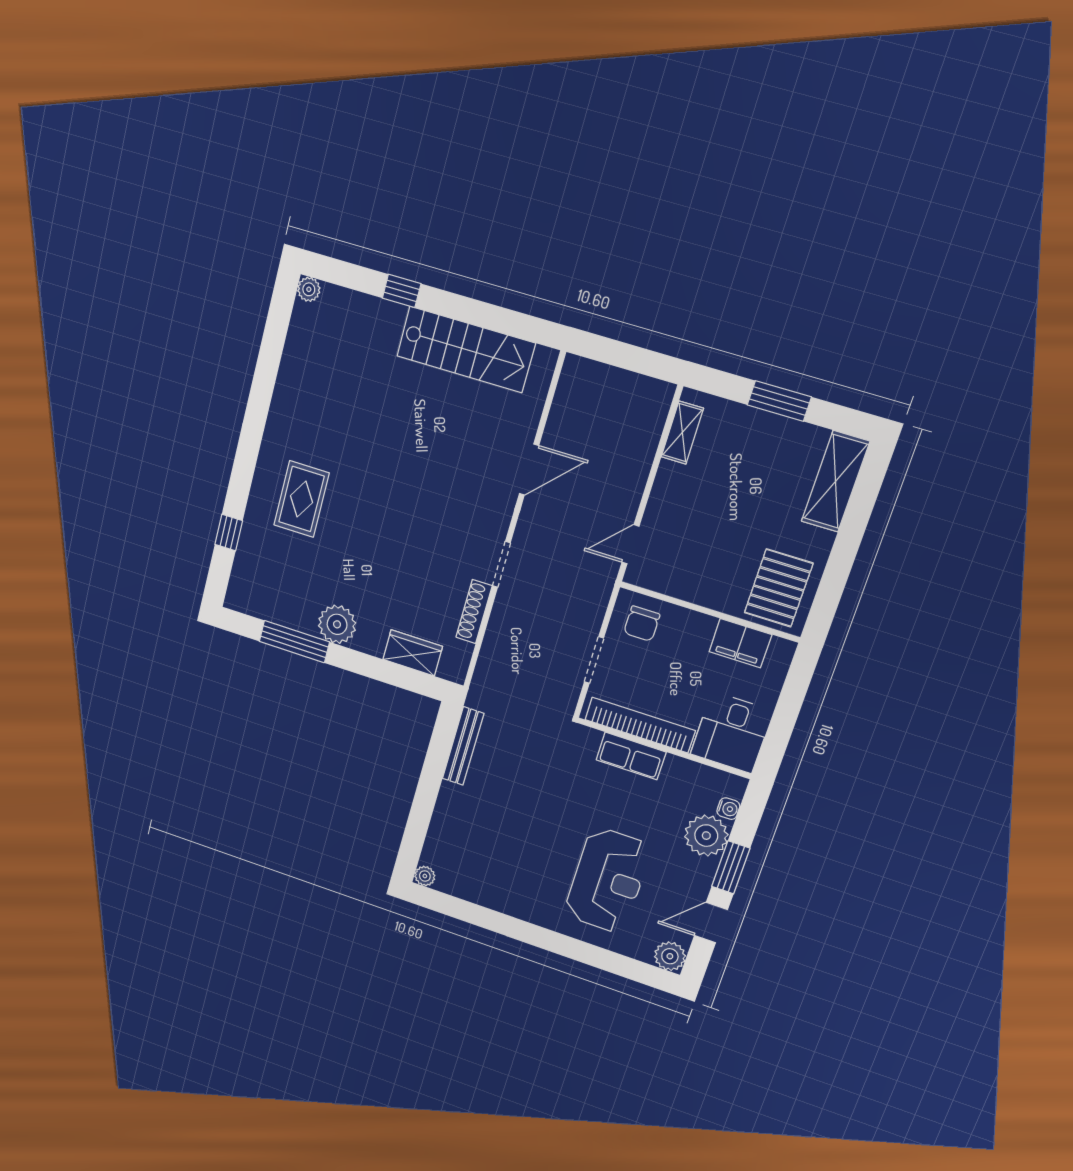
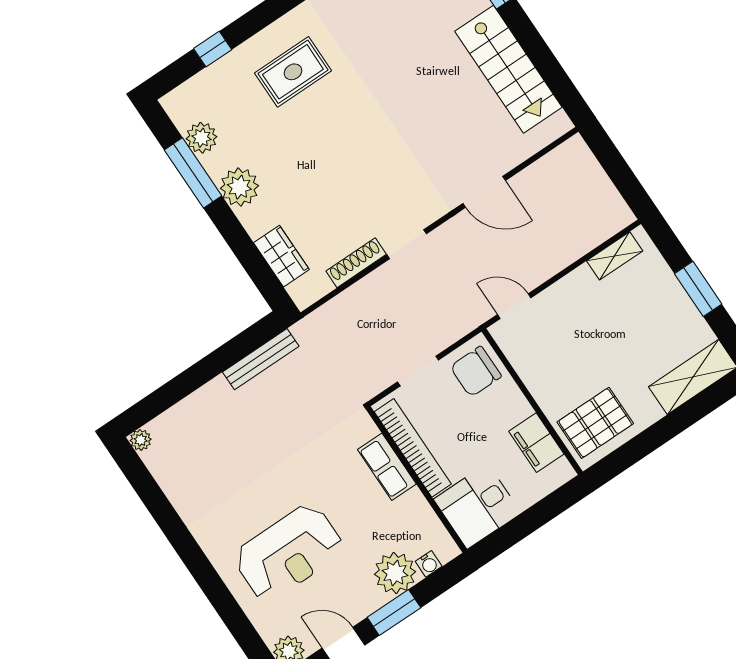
plant: (278, 609) -> (201, 138), added
chair: (642, 624) -> (476, 372), width x1.37, depth x1.37

